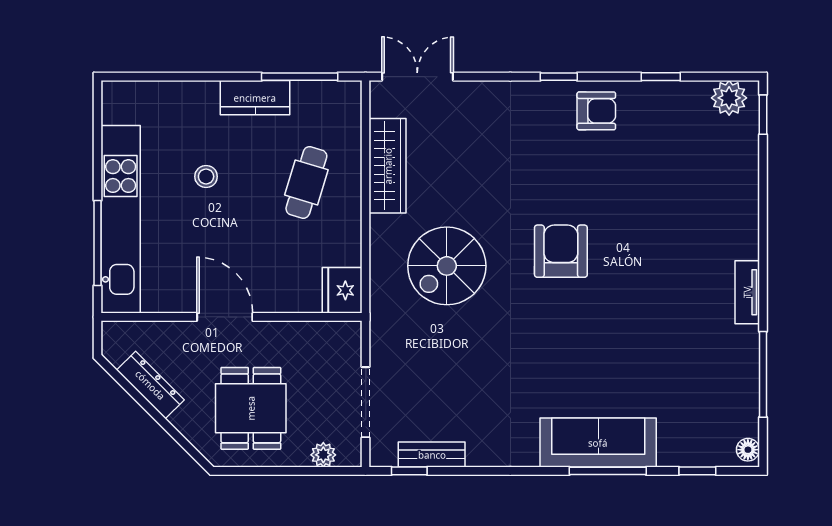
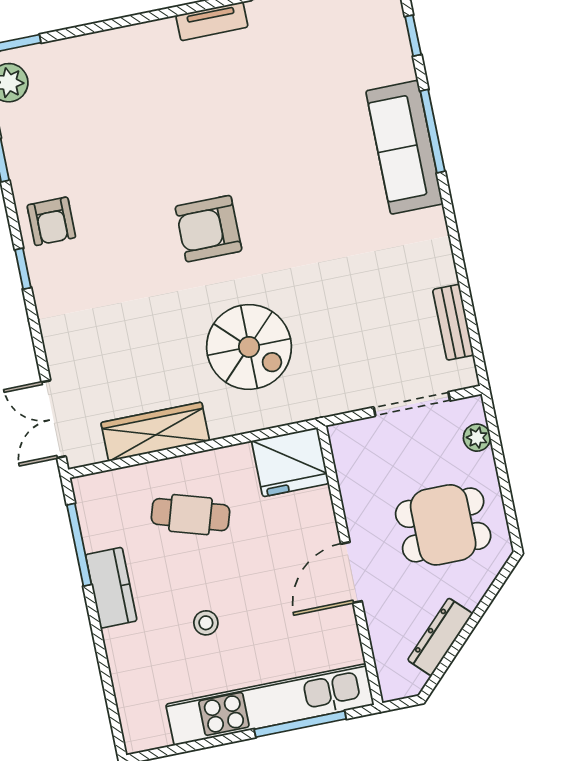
armchair: (596, 111) -> (51, 221), turned 180
fridge: (342, 290) -> (290, 462), width x1.36, depth x1.34
window: (409, 471) -> (476, 342), removed

